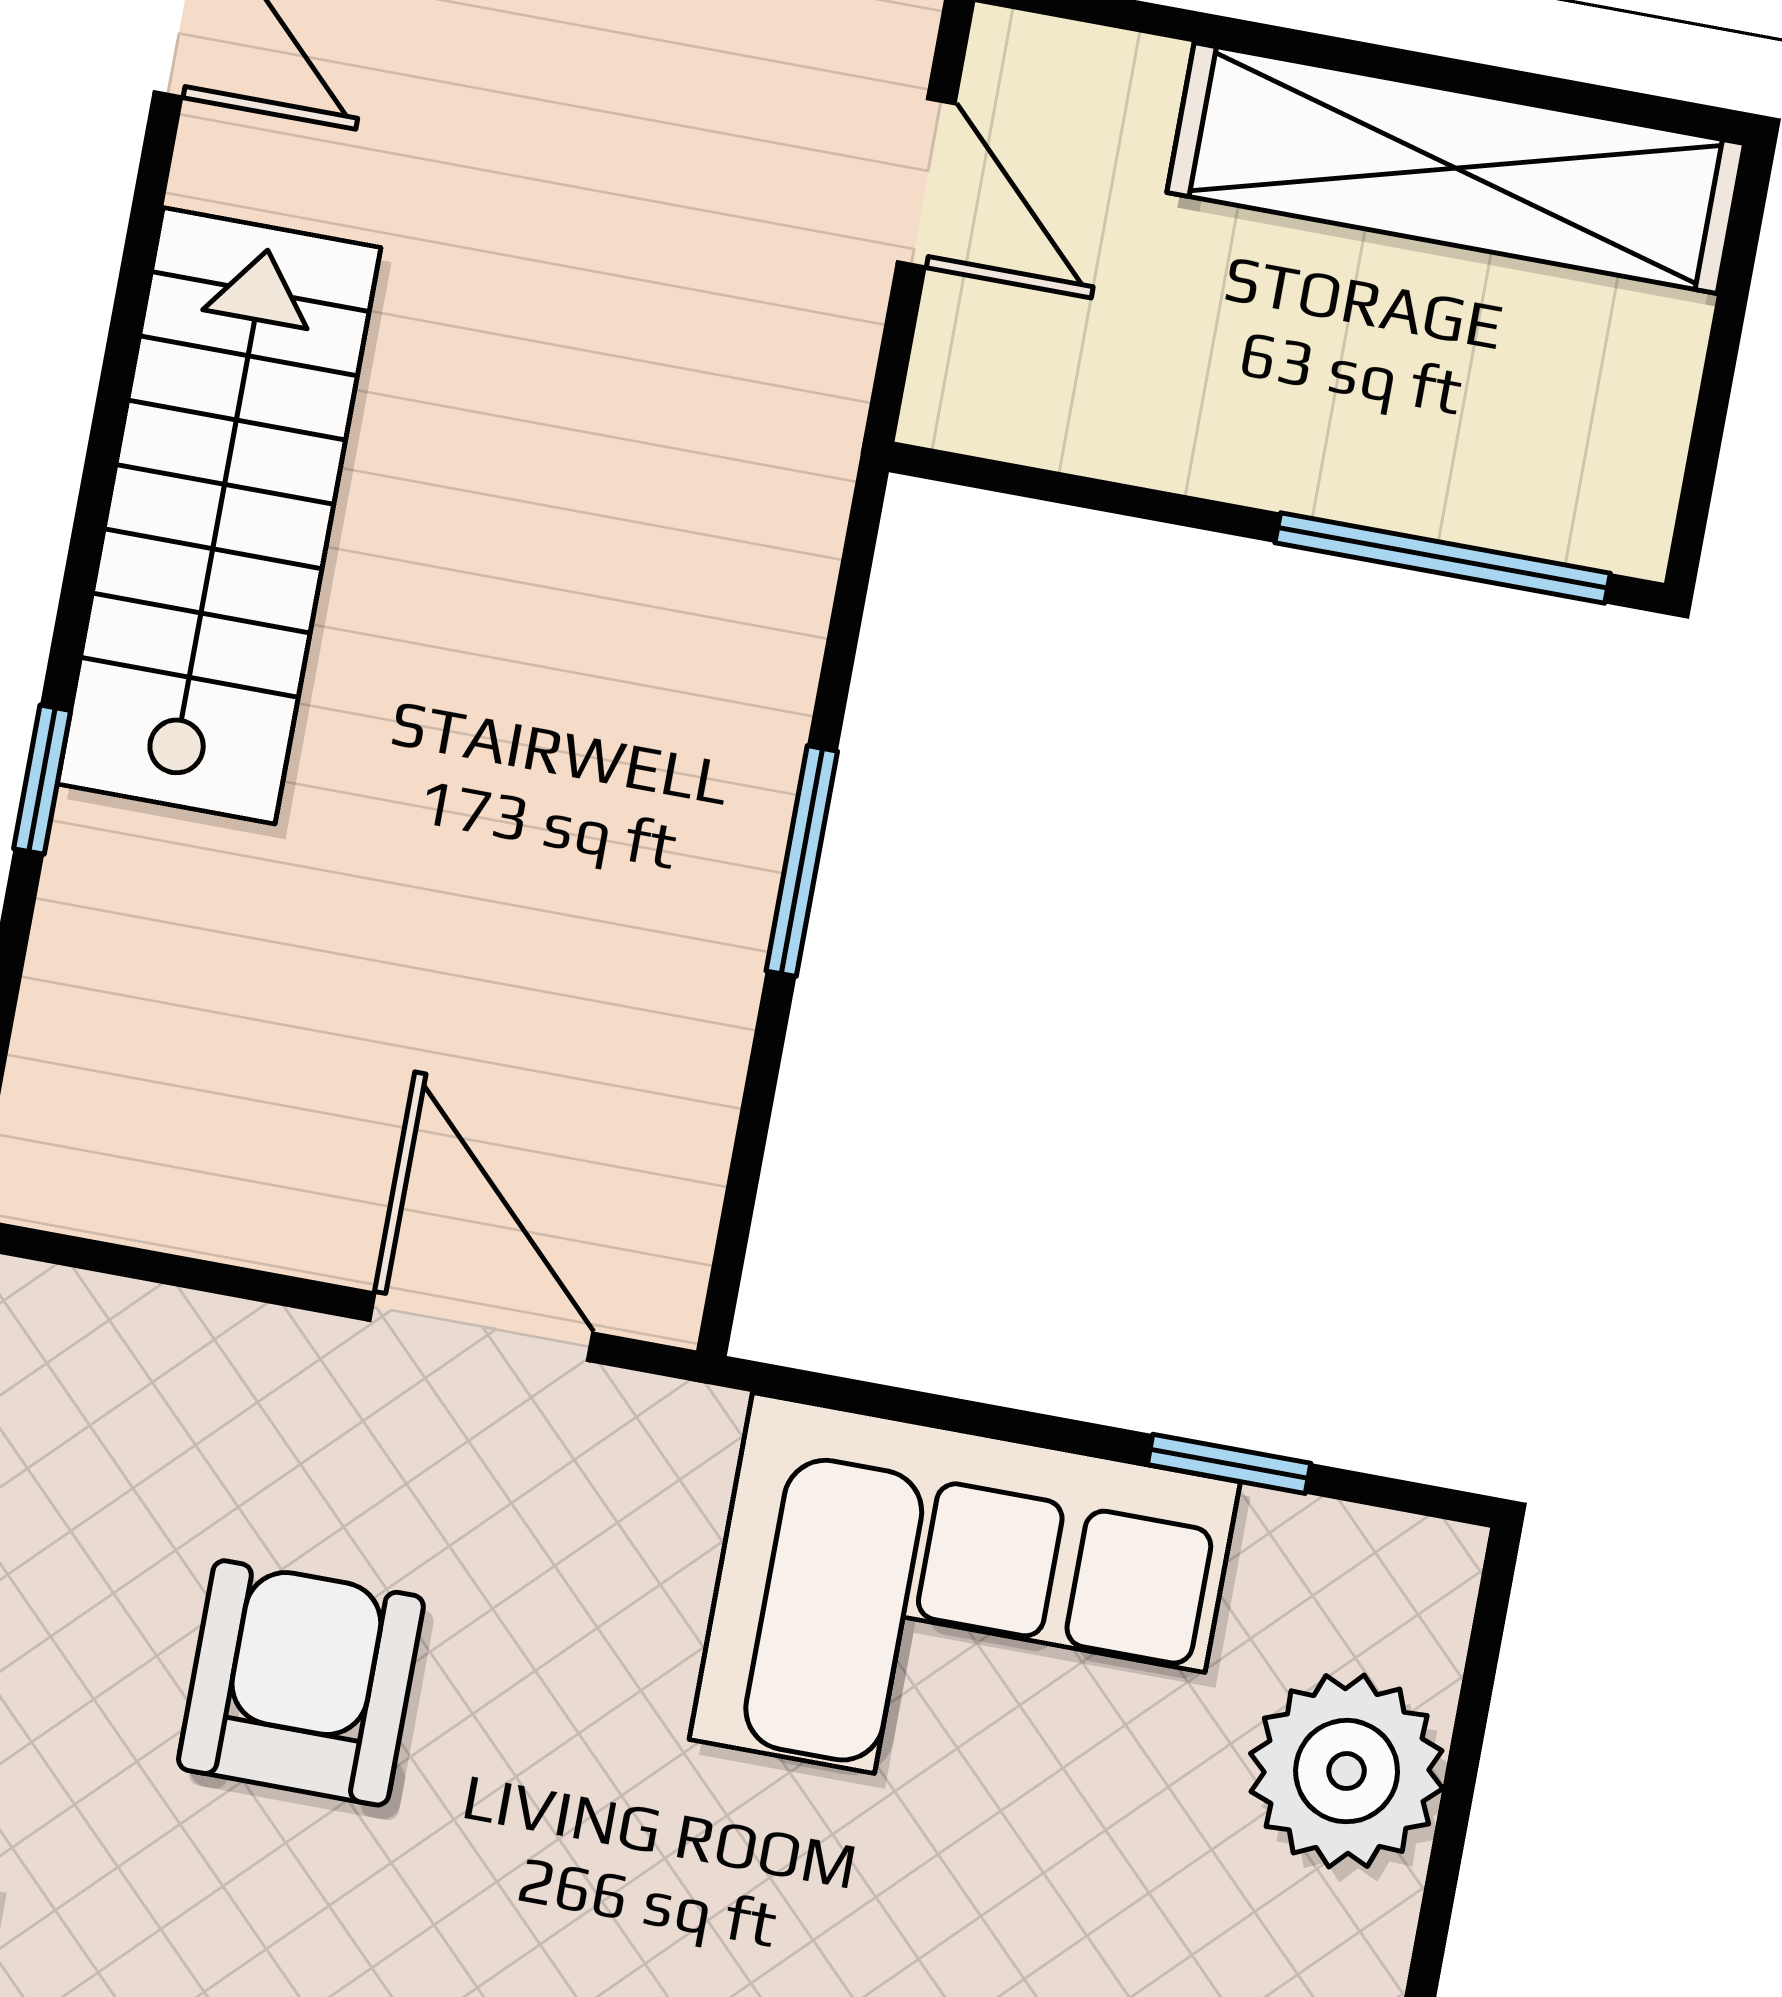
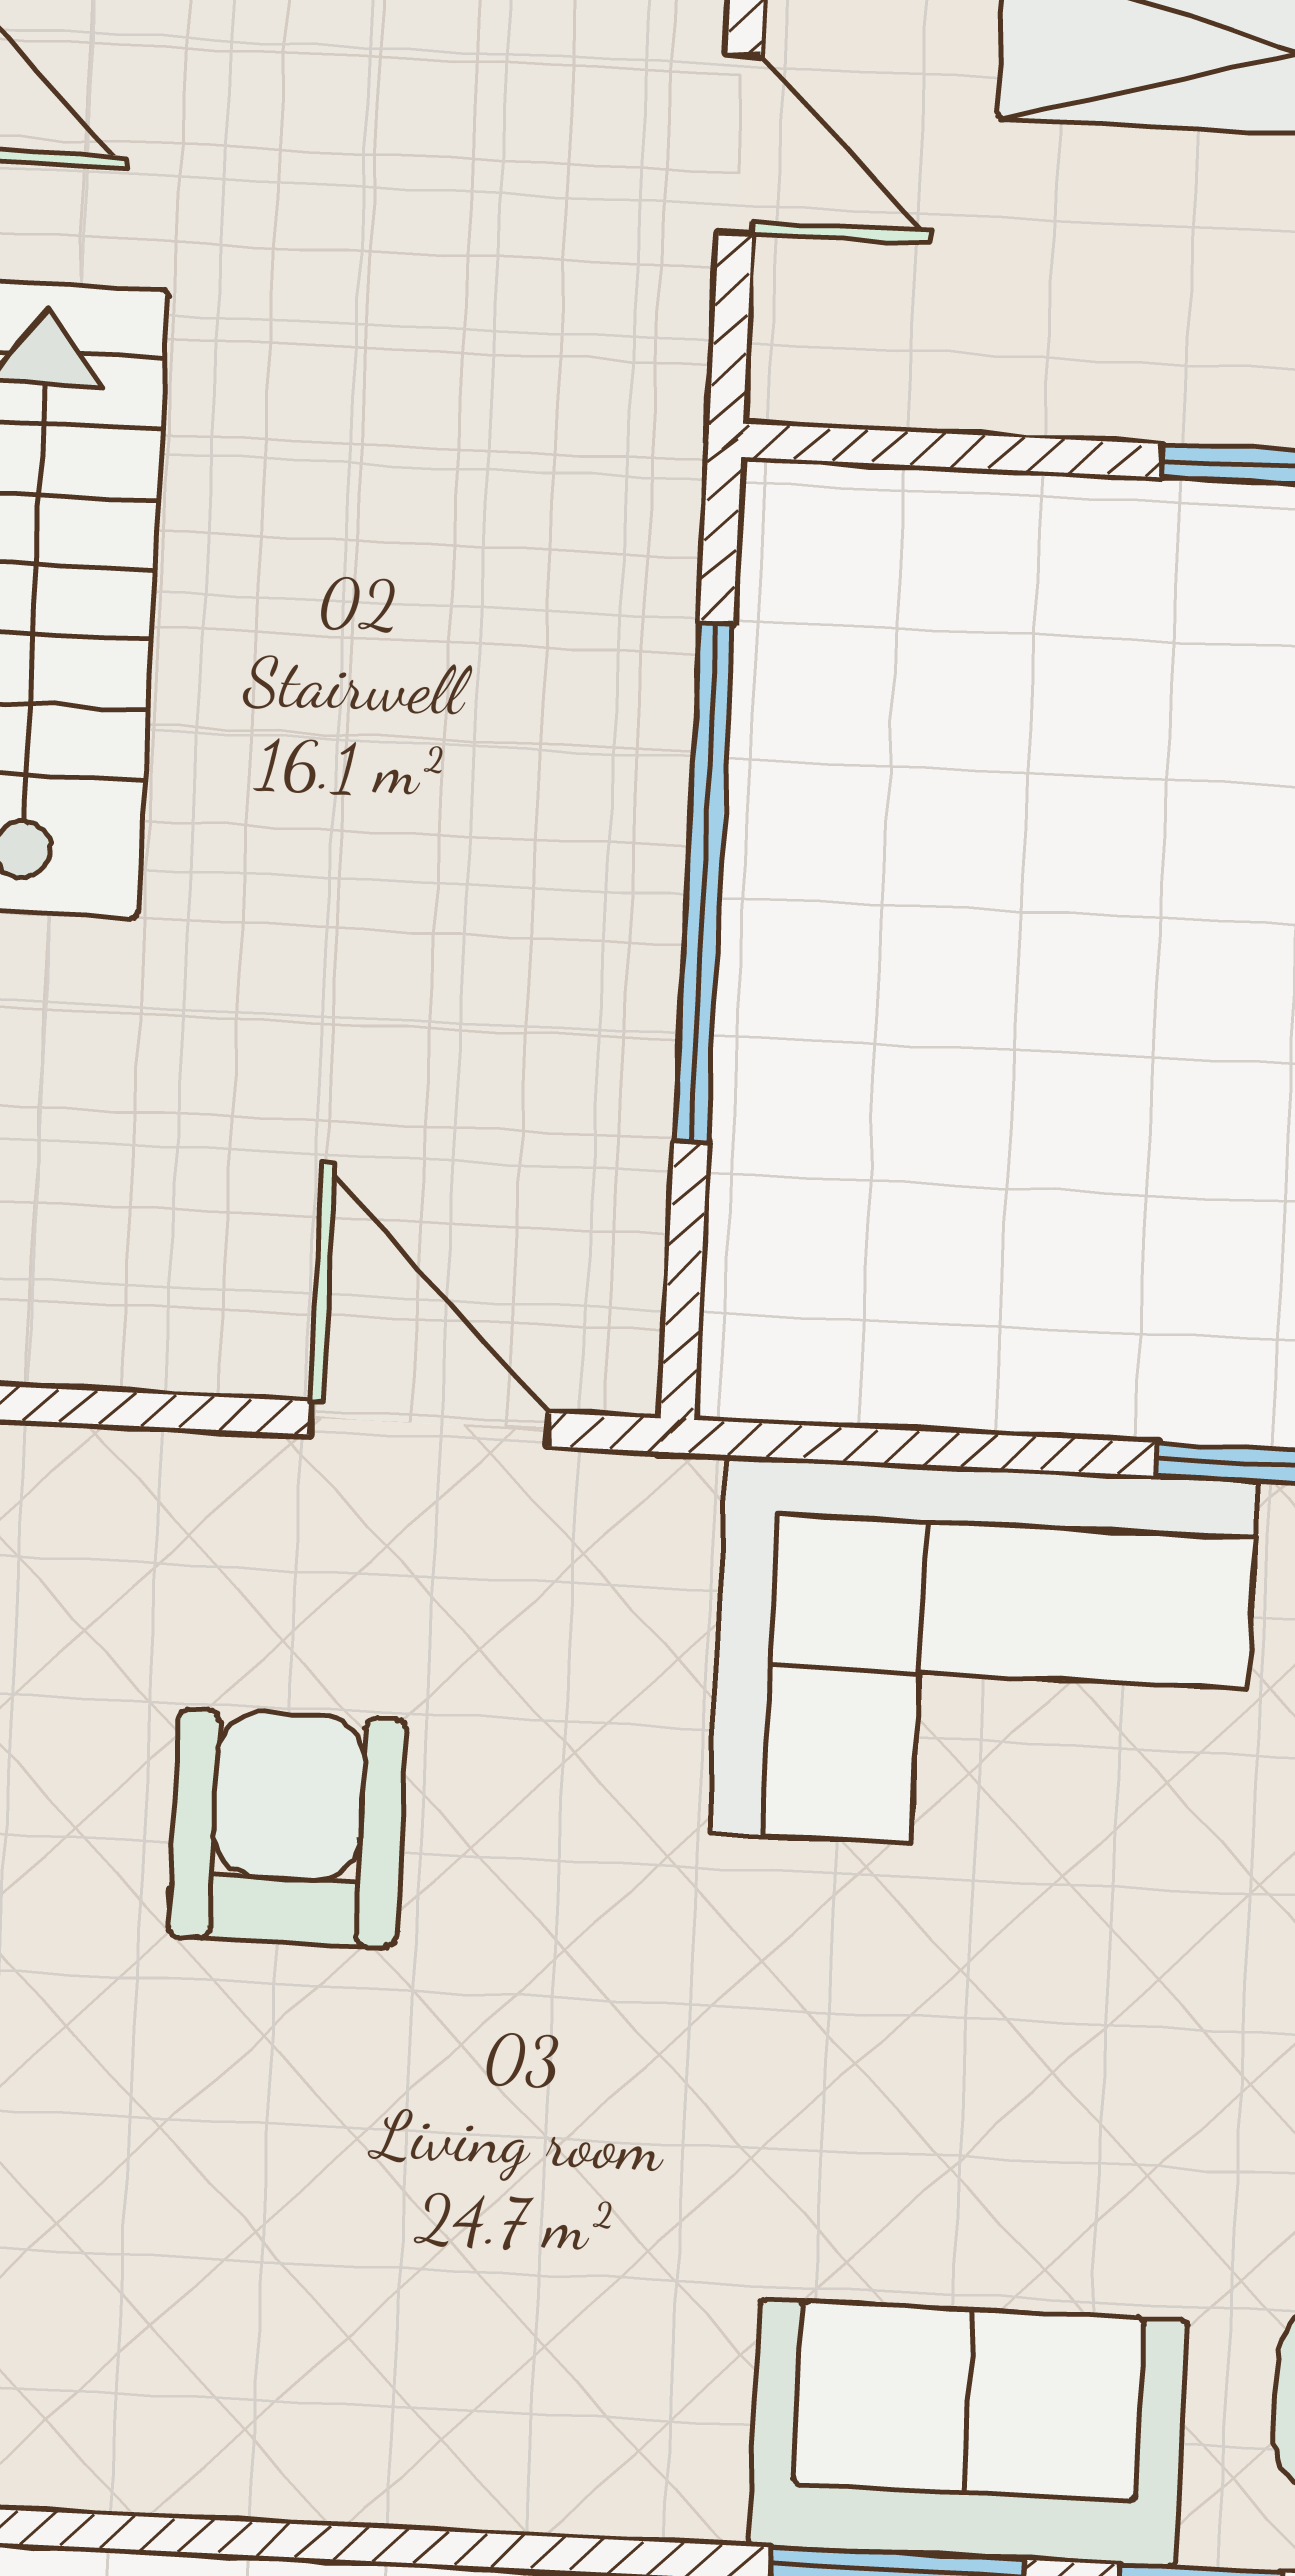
window: (802, 861) -> (704, 883), width x2.11

